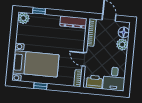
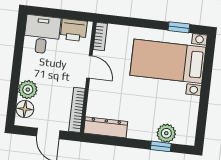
plant: (23, 18) -> (166, 133), moved
window: (40, 86) -> (179, 27), moved

